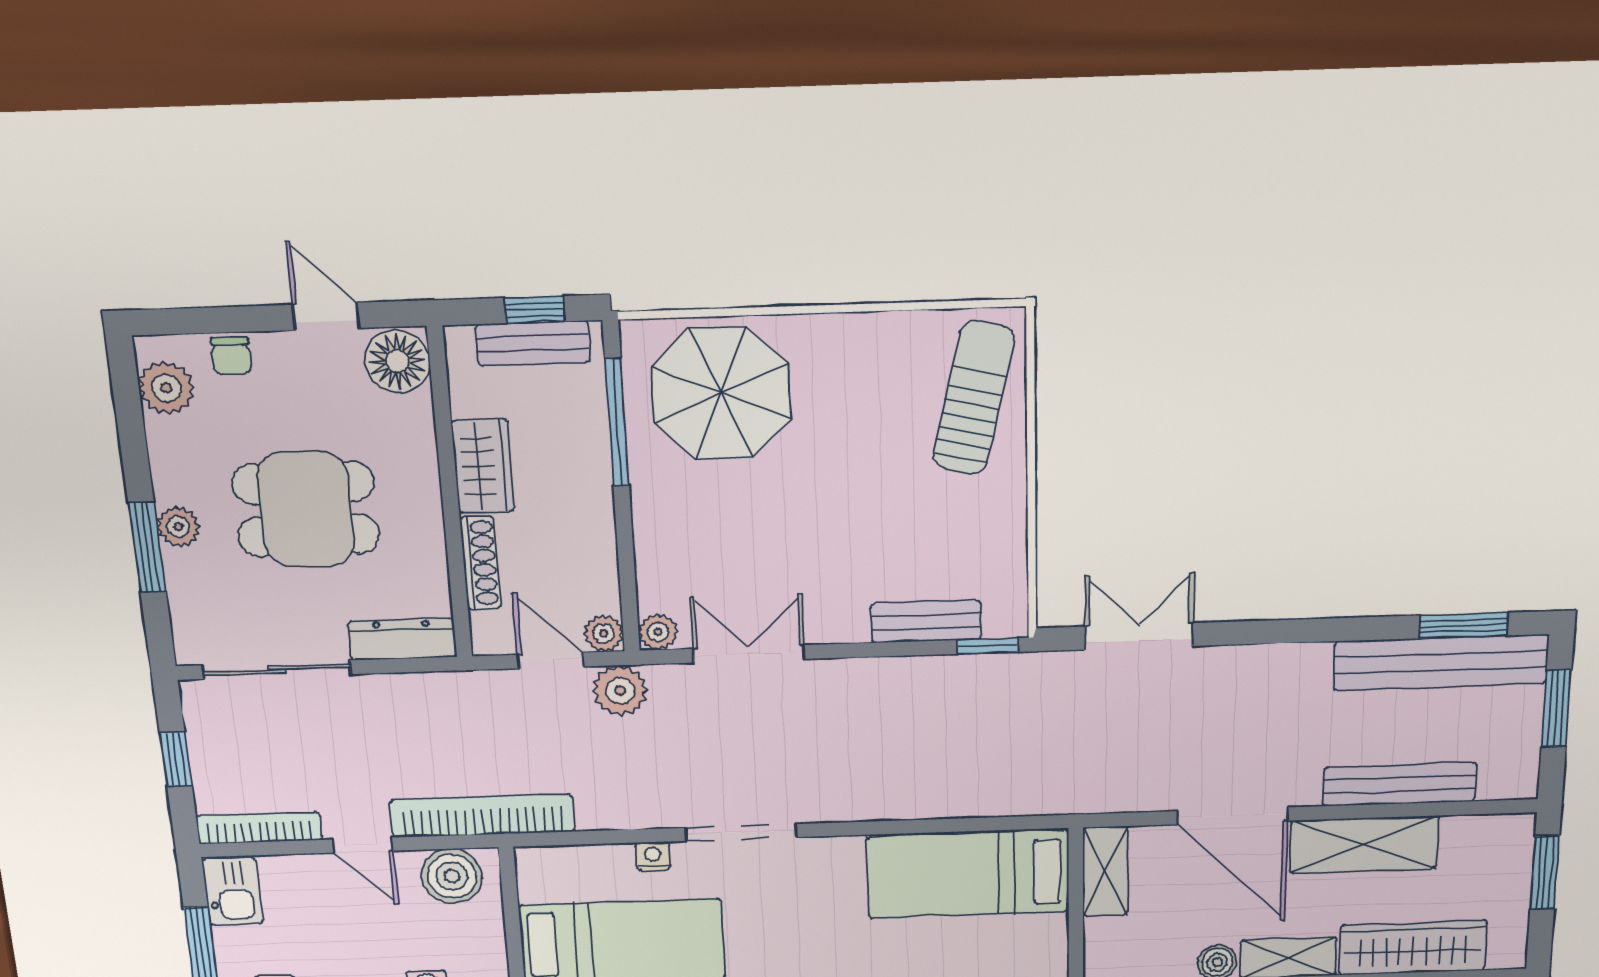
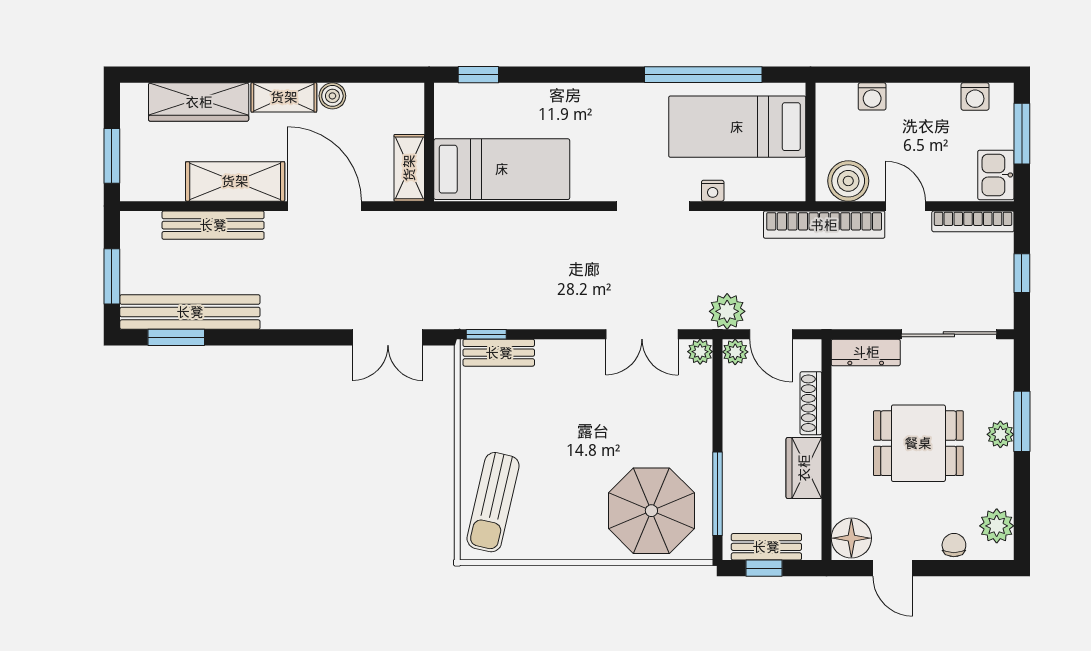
bench: (926, 622) -> (499, 353), moved

